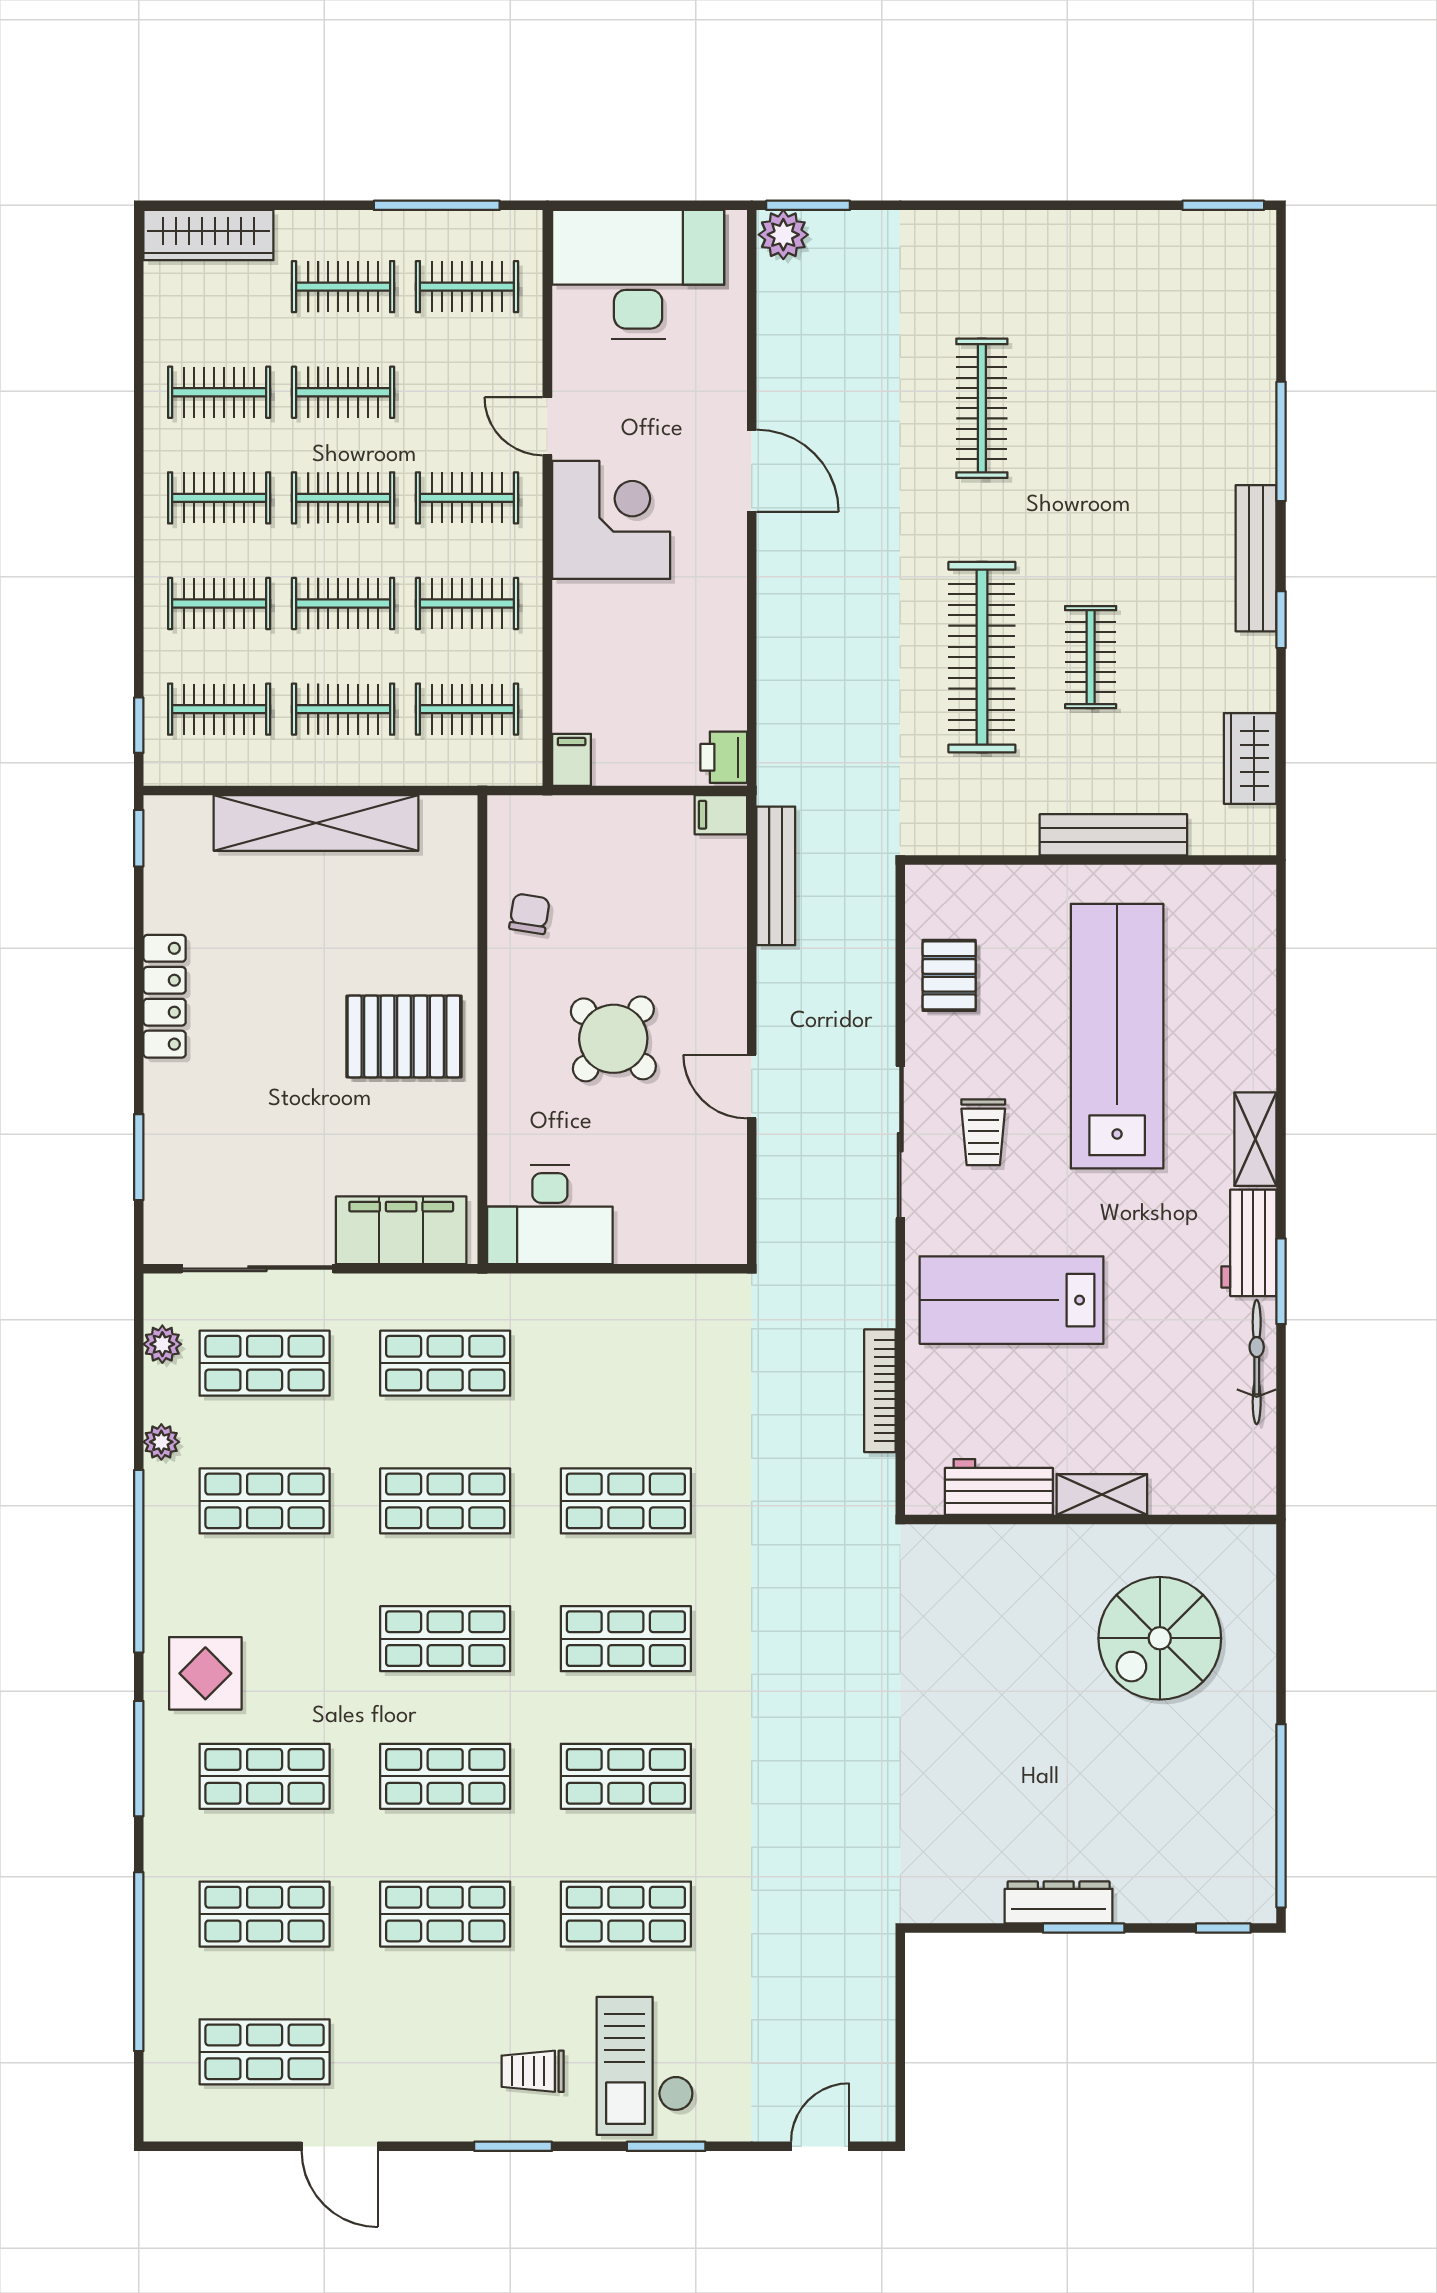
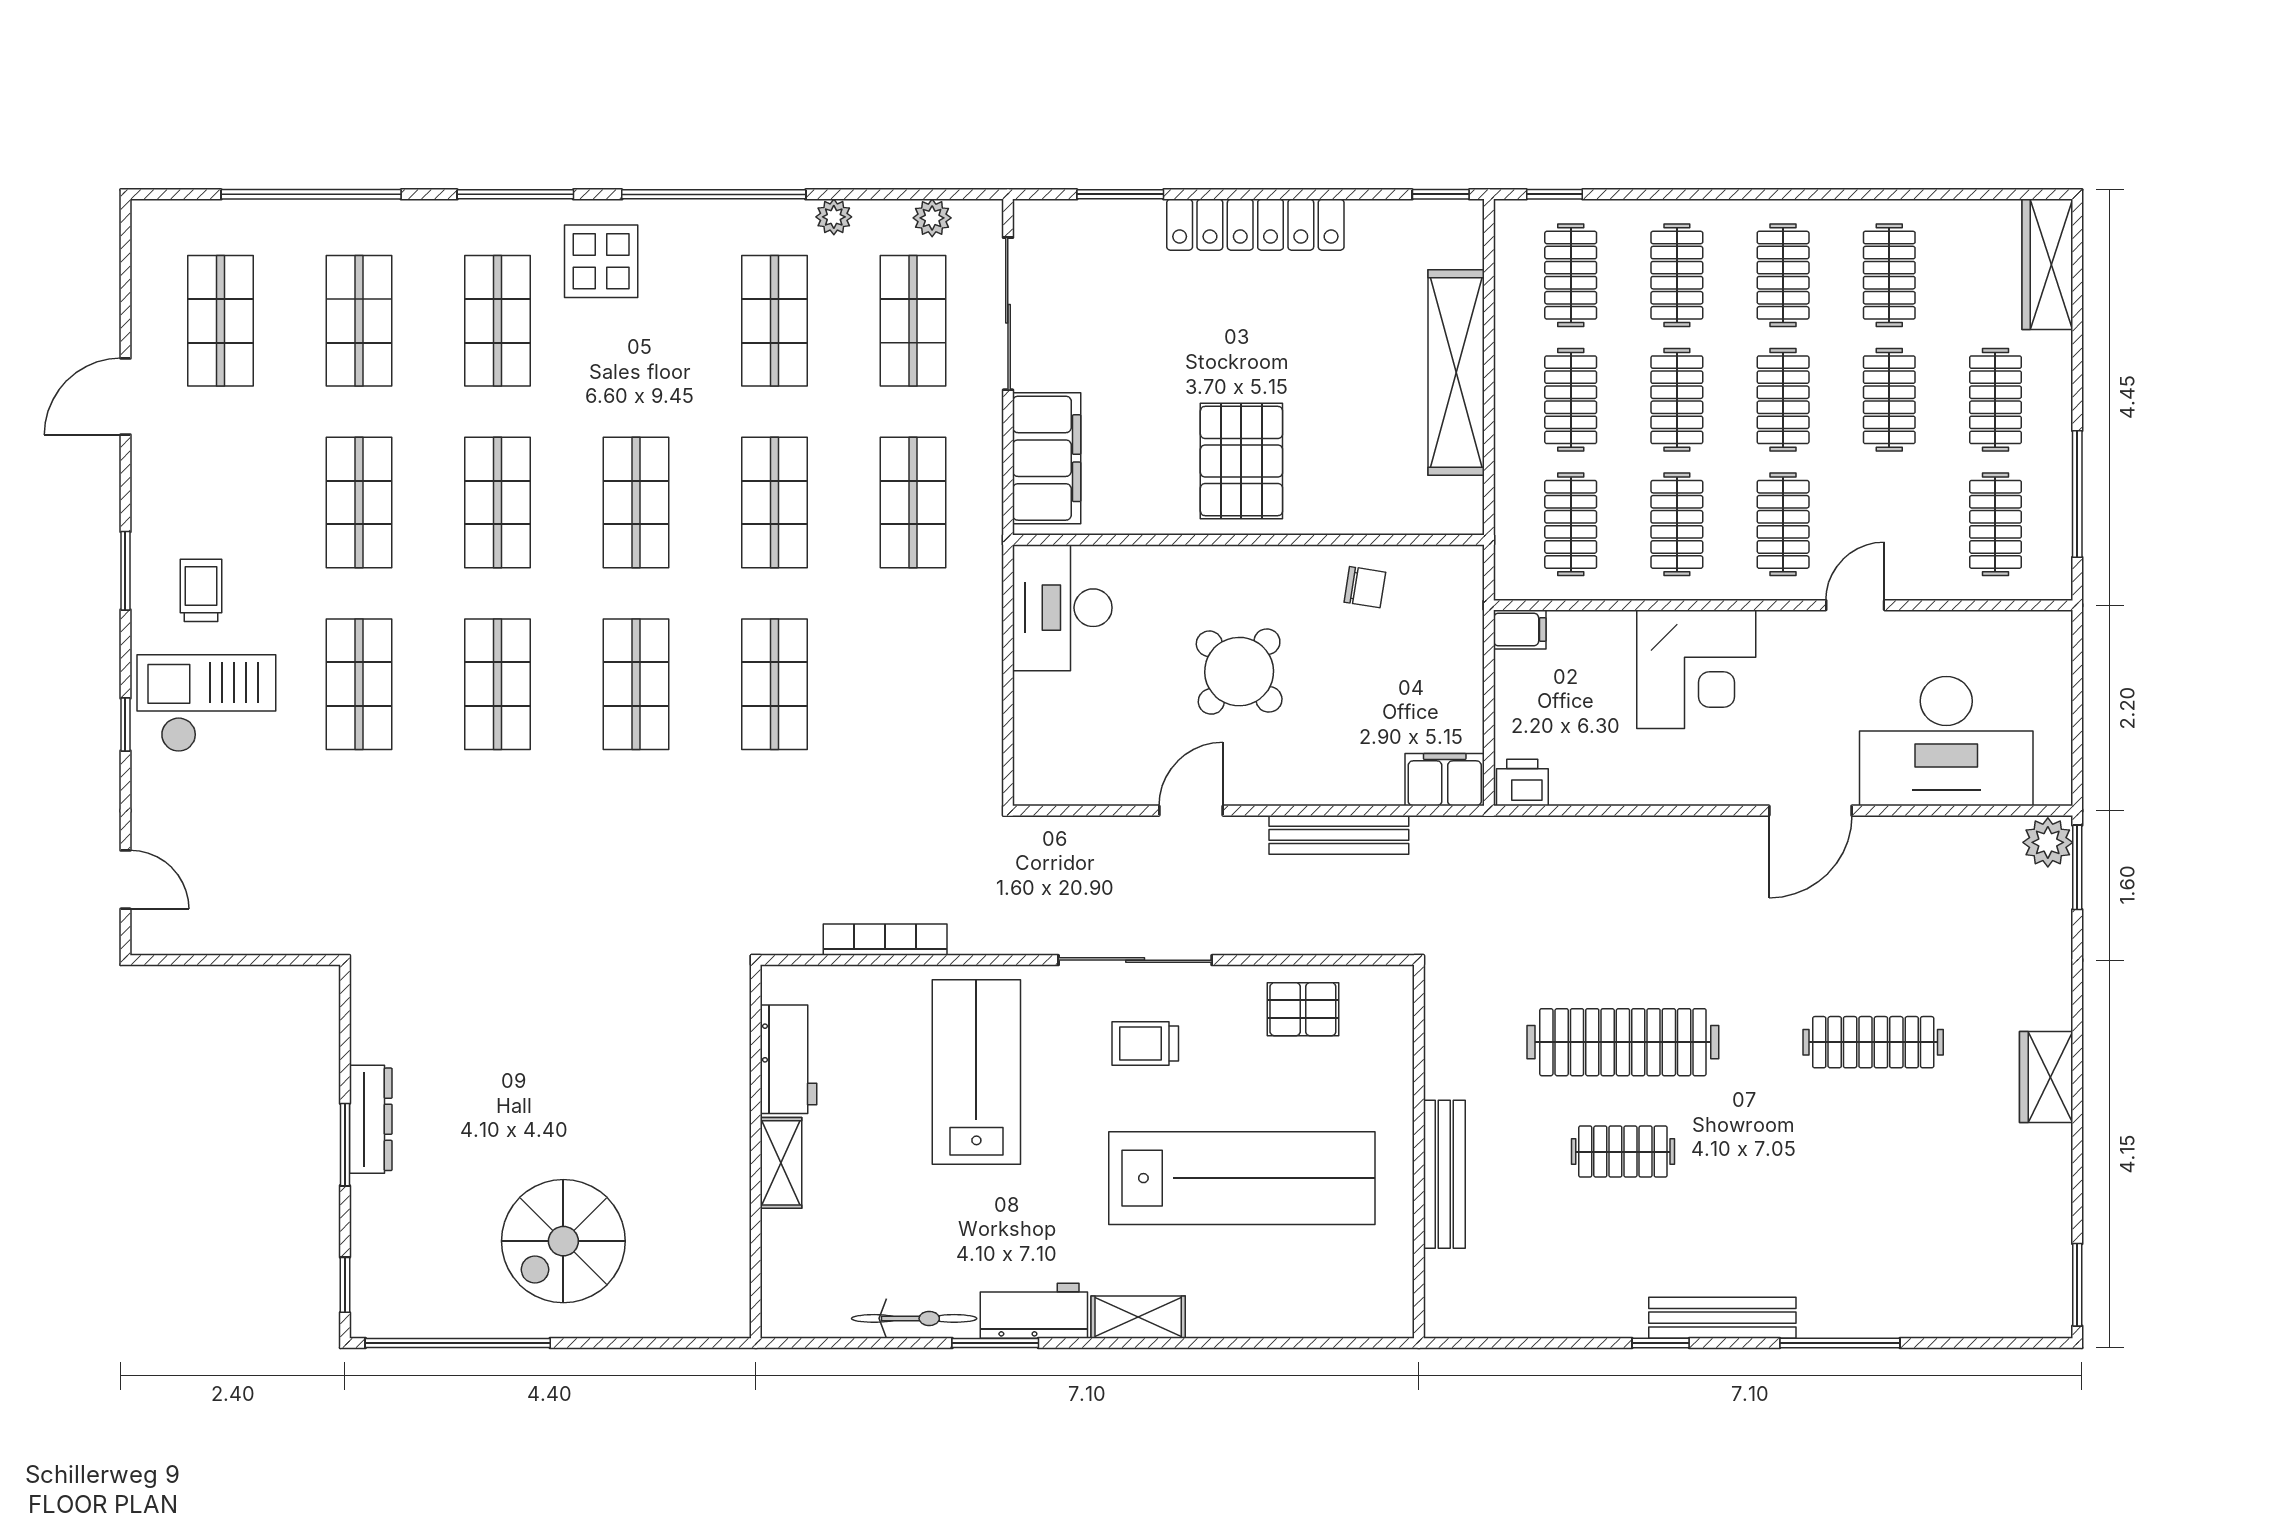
desk: (638, 274) -> (1946, 741), moved, turned 90
corner desk: (611, 520) -> (1696, 669), moved
wardrobe: (1250, 758) -> (2046, 1077), moved, turned -90
filing cabinet: (721, 815) -> (1445, 780), width x2.00
bench: (776, 876) -> (1339, 835), moved
locker: (165, 996) -> (1255, 225), width x1.41, depth x1.21
spiral stairs: (1160, 1638) -> (563, 1241), moved, turned -90
window: (666, 2146) -> (125, 725), width x0.67

